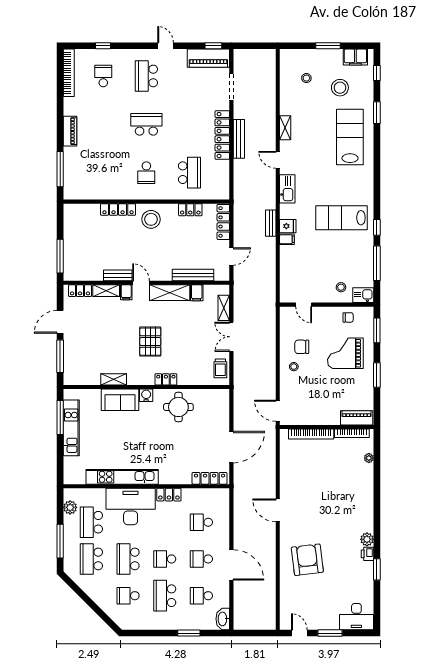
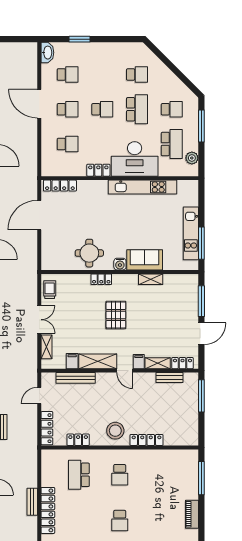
school desk: (146, 124) -> (120, 521), width x0.54
bench: (239, 139) -> (32, 502), width x0.73
school desk: (146, 173) -> (120, 475), turned 180
bench: (118, 275) -> (169, 378), moved
school desk: (91, 559) -> (172, 109), width x0.54
school desk: (165, 596) -> (102, 75), removed

